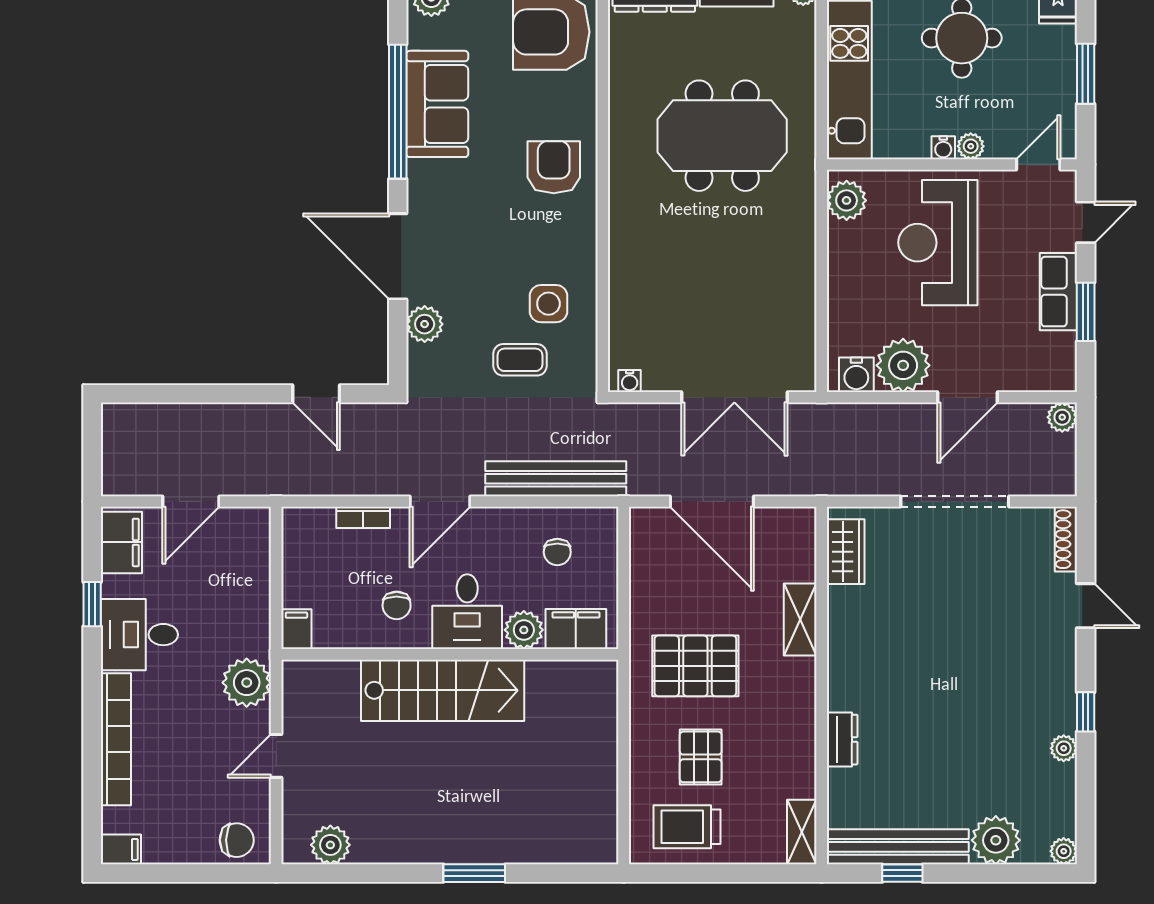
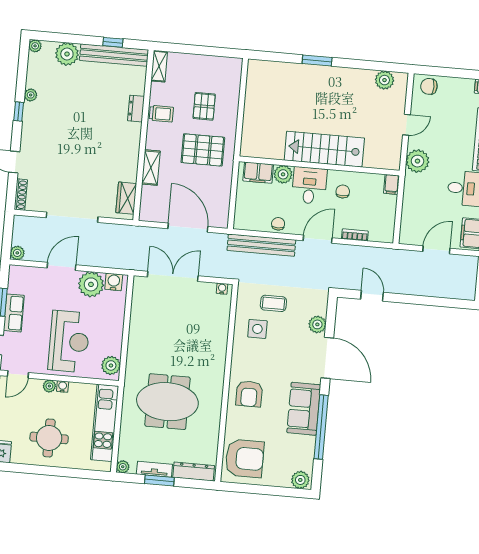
sofa: (437, 104) -> (304, 409), moved
chair: (557, 552) -> (278, 224), moved
trolley: (687, 827) -> (161, 114), moved, width x0.73, depth x0.72

